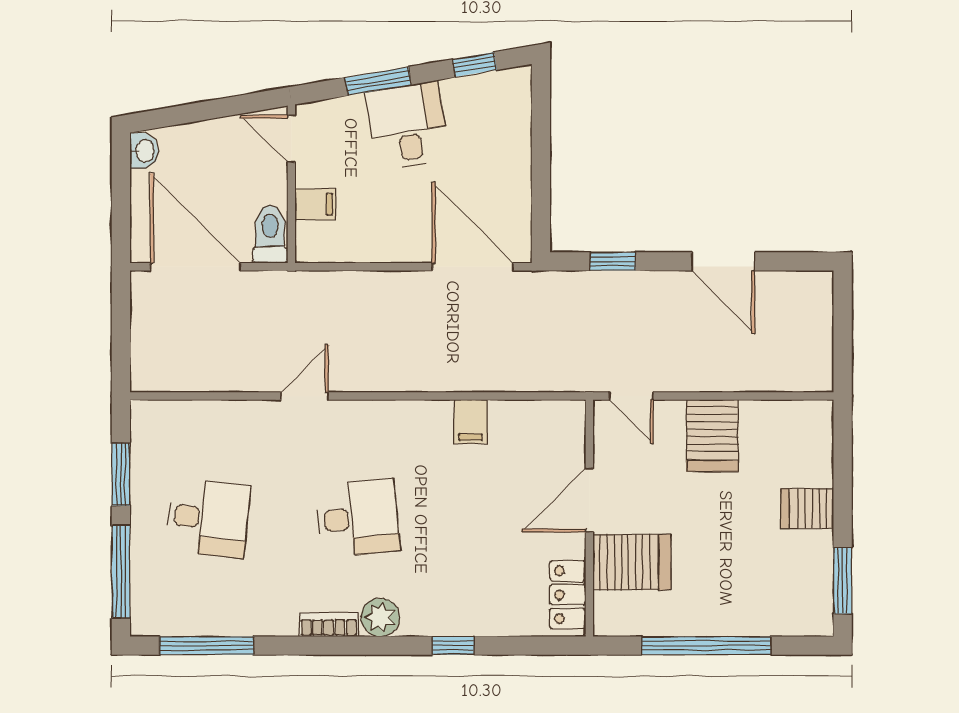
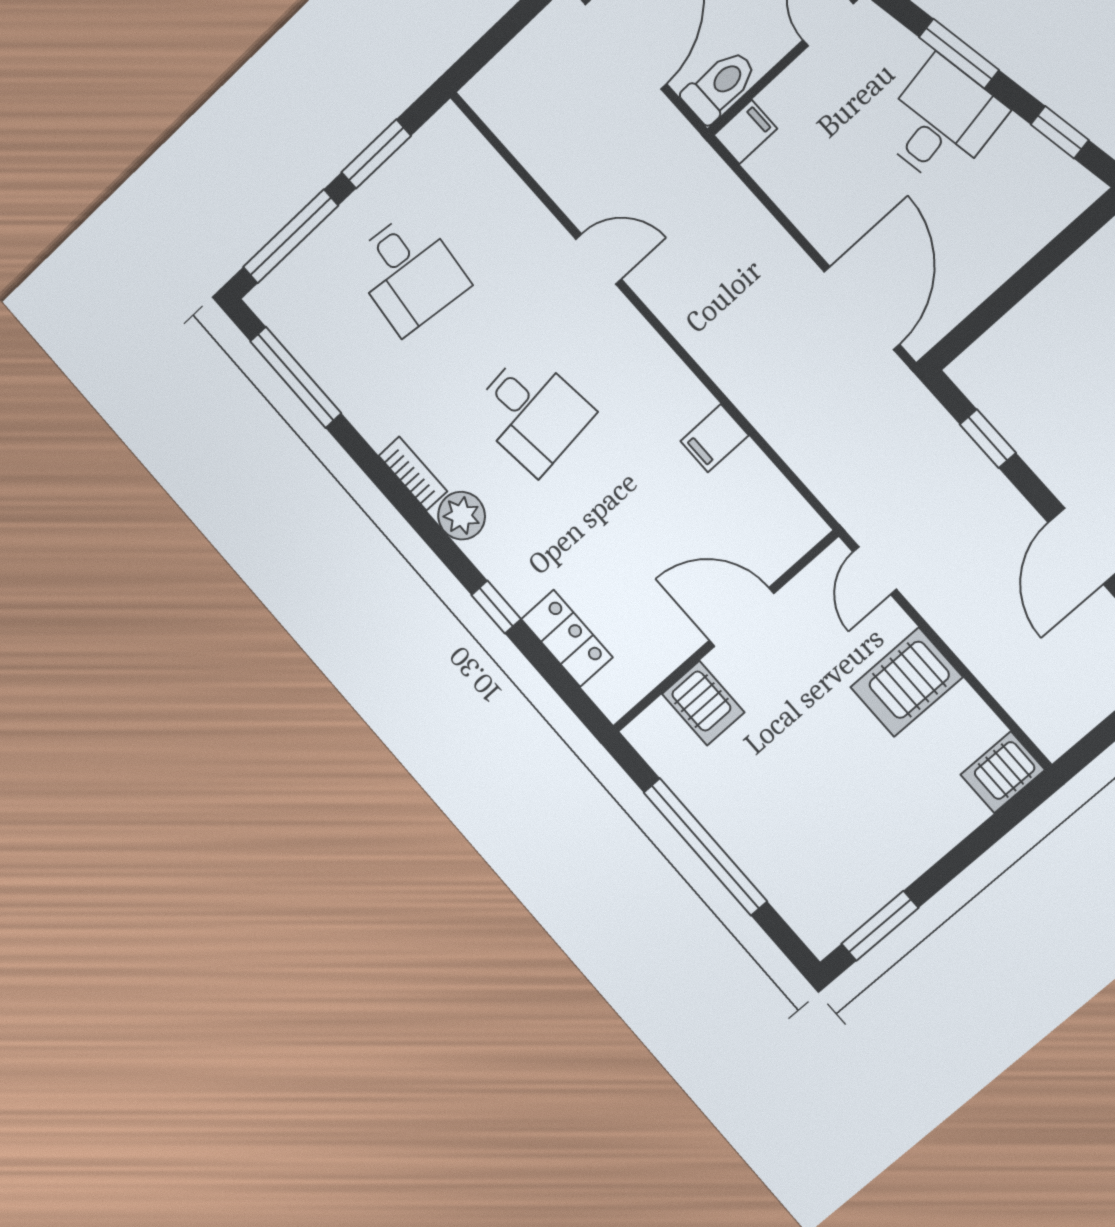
filing cabinet: (315, 204) -> (745, 132), moved, turned -90
server rack: (807, 508) -> (1003, 772), moved, turned -90
server rack: (632, 562) -> (703, 703), width x0.73, depth x0.70
locker: (568, 595) -> (567, 638), moved, turned 90

